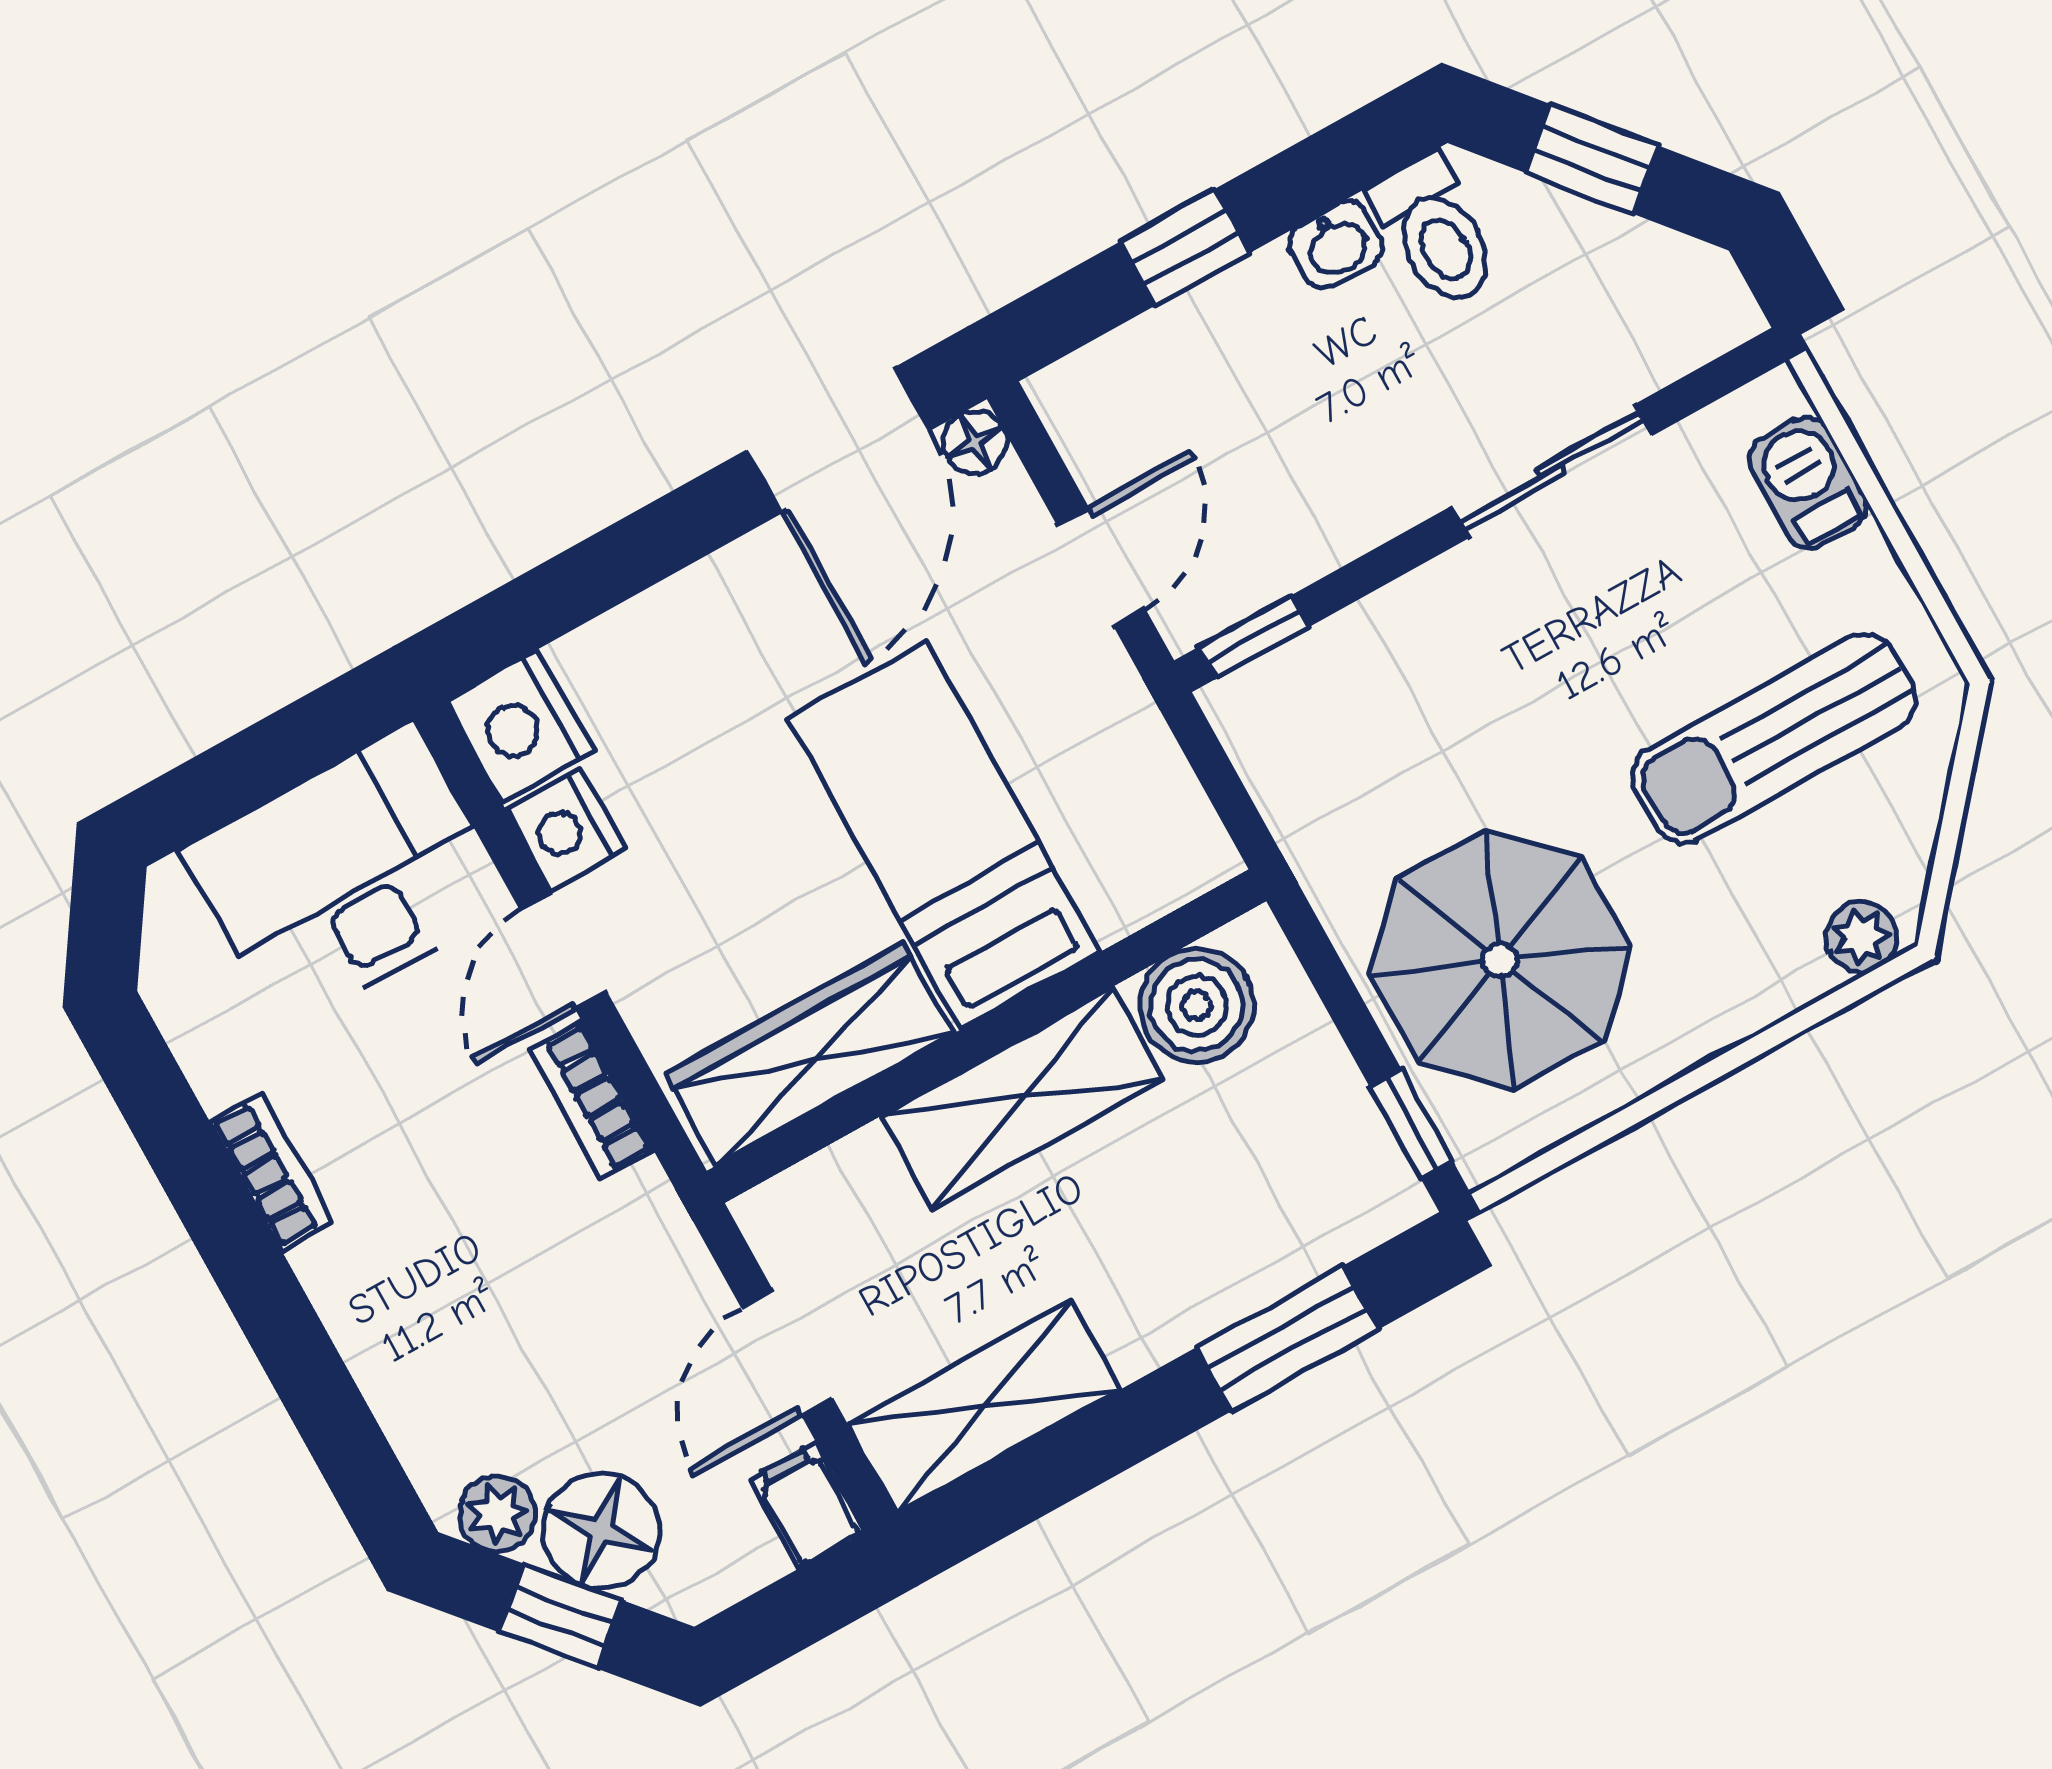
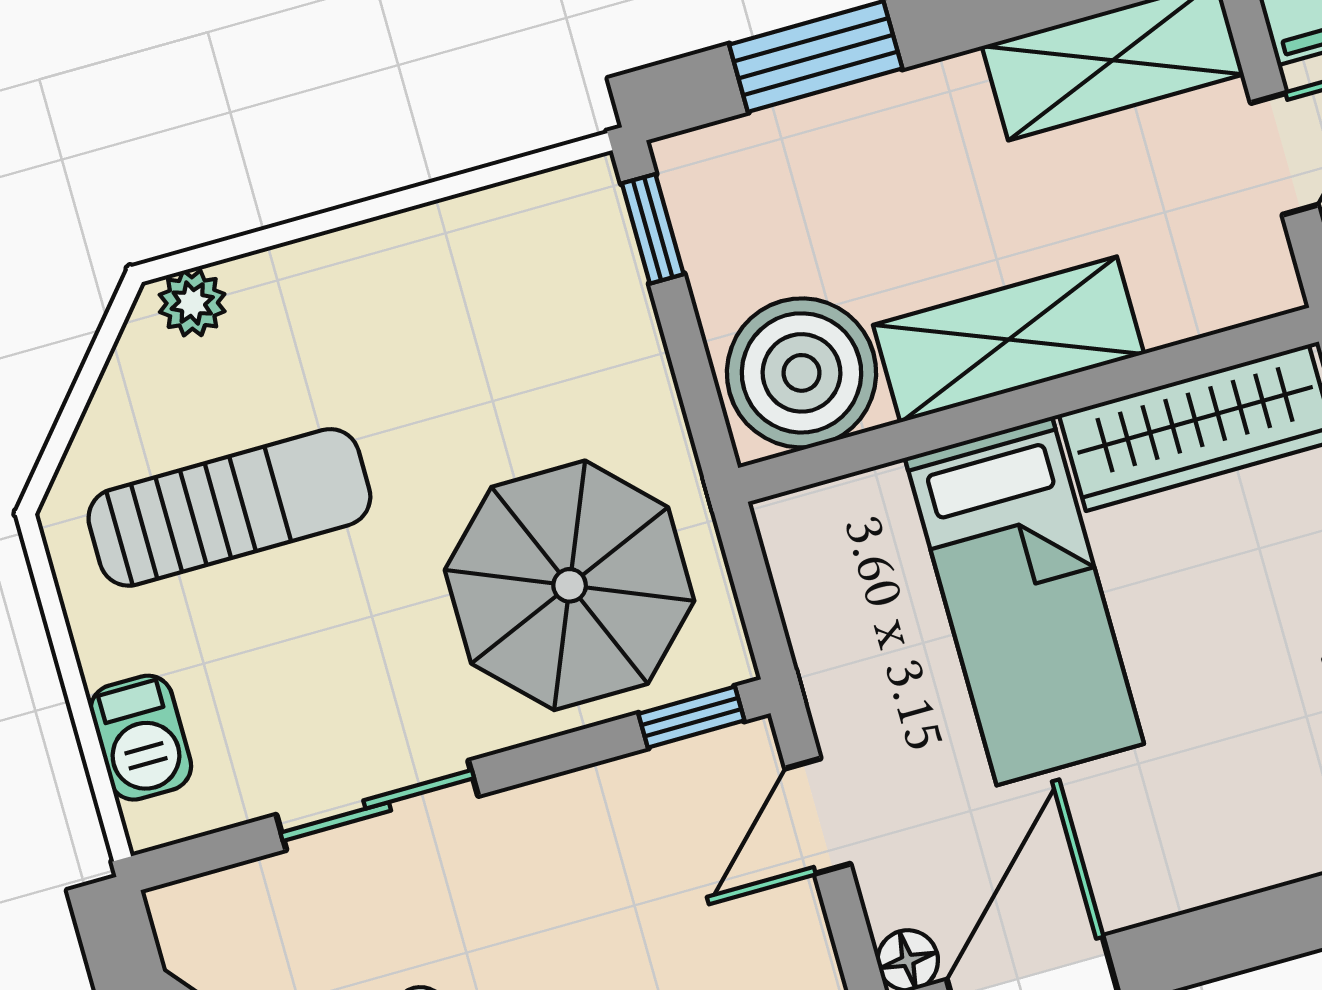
parasol: (1500, 960) -> (570, 585), moved
boiler: (1197, 1005) -> (802, 373), width x1.37, depth x1.37

